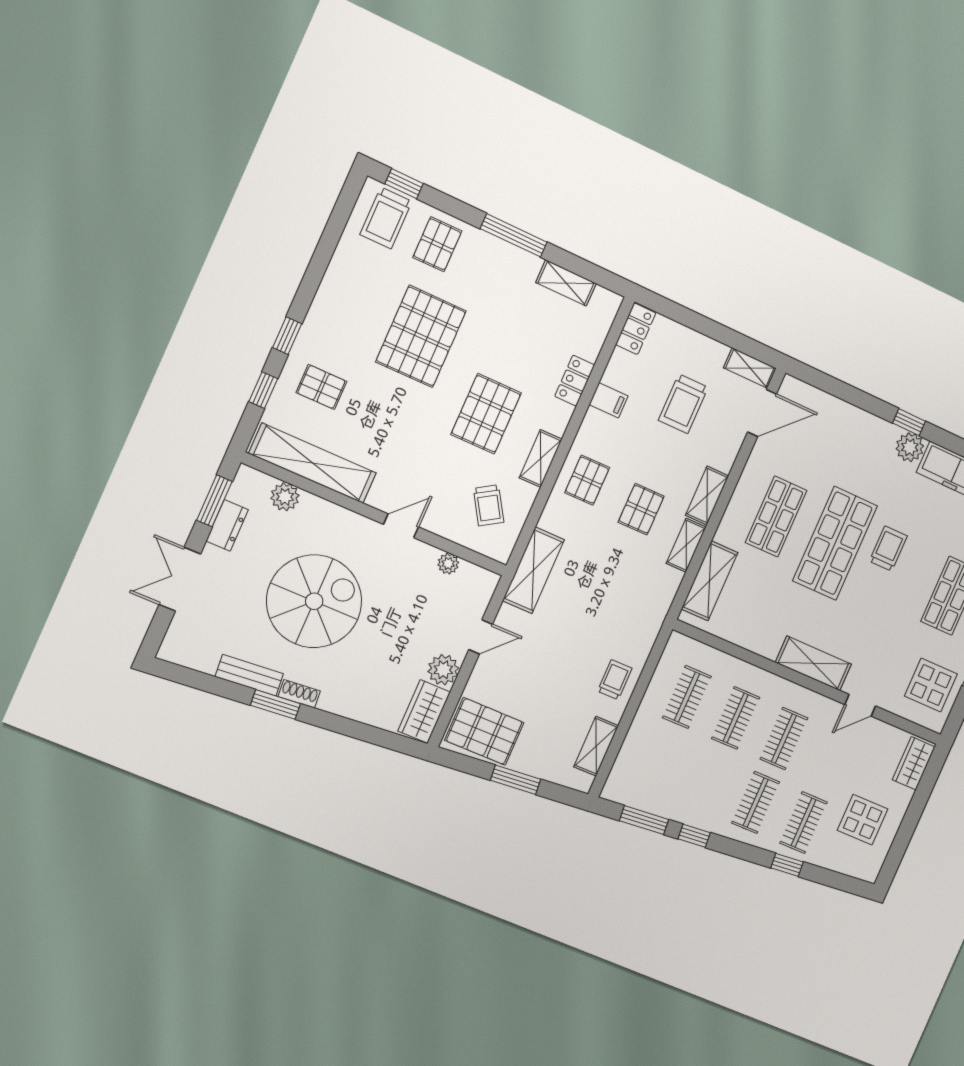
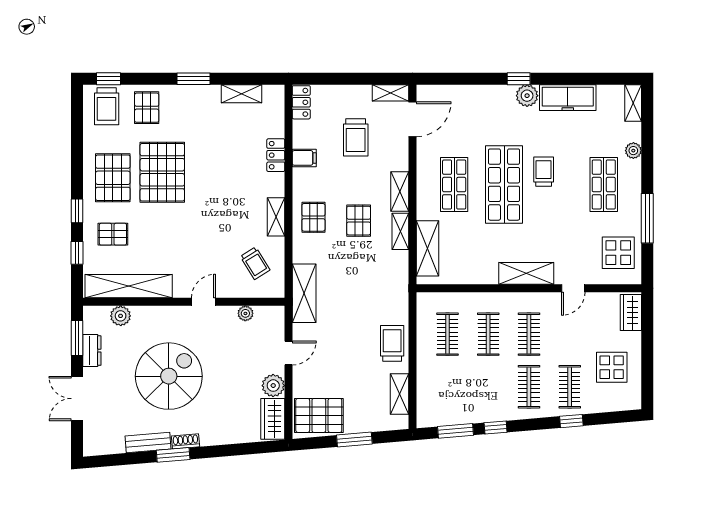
window: (514, 235) -> (193, 79), width x0.69
pallet: (486, 414) -> (113, 178), moved
trolley: (615, 680) -> (392, 343), width x1.36, depth x1.39

